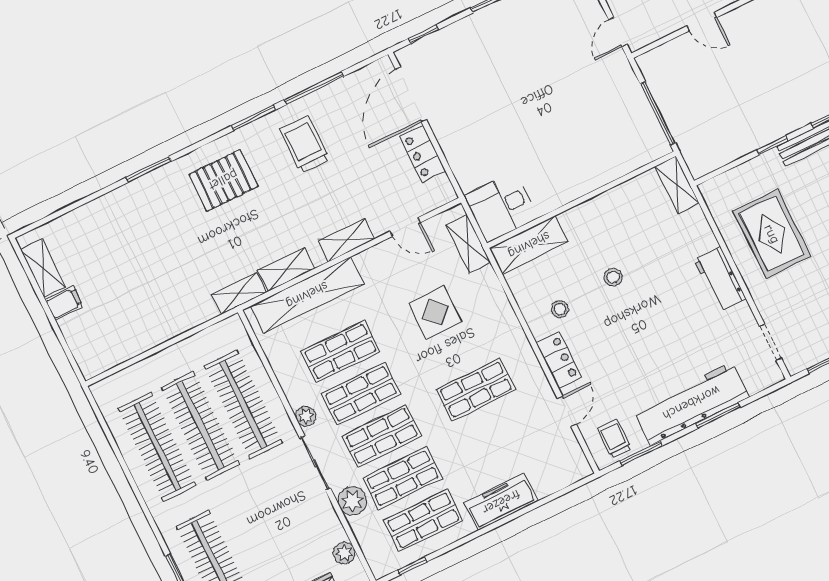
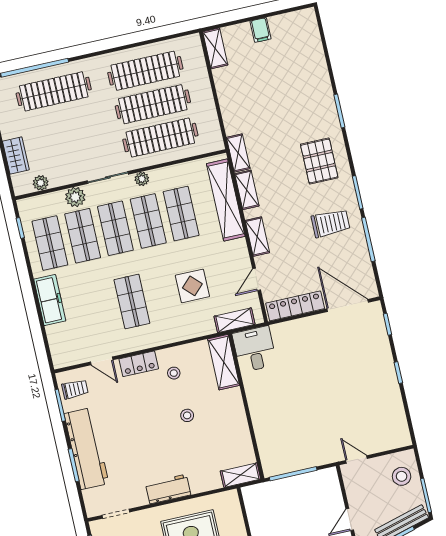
locker: (423, 154) -> (295, 306), width x1.53
shelving: (43, 268) -> (215, 48), moved, turned 90

